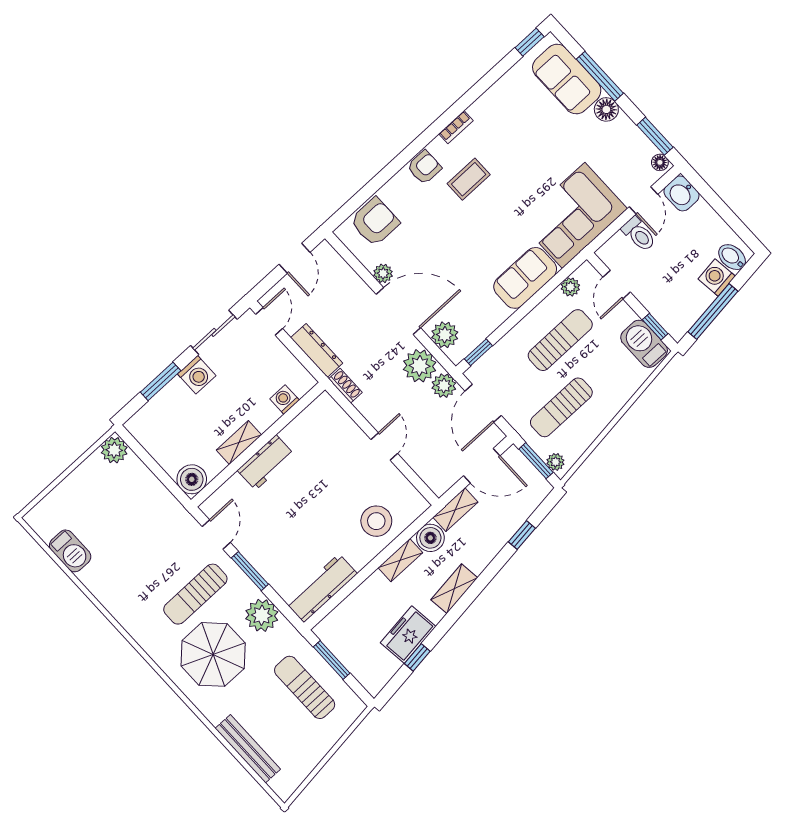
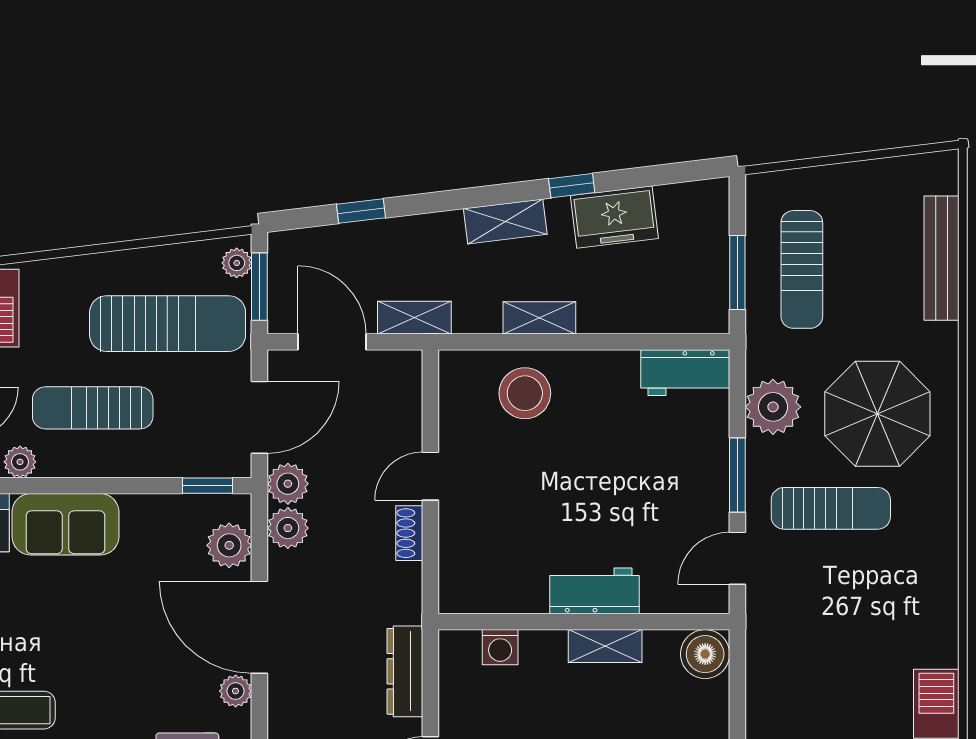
plant: (420, 366) -> (288, 528), width x0.73, depth x0.73
shoe rack: (345, 386) -> (409, 533), moved
sun lounger: (561, 407) -> (168, 324), width x1.36, depth x1.34
boiler: (430, 538) -> (477, 311), removed
workbench: (321, 588) -> (685, 373), width x0.73
window: (417, 657) -> (572, 186), moved

